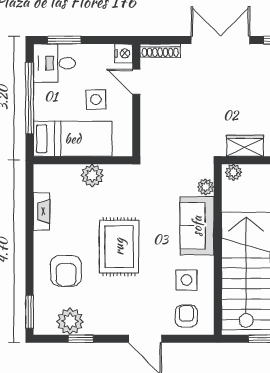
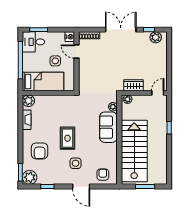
plant: (92, 175) -> (28, 101), moved
rug: (119, 247) -> (68, 138), width x0.73, depth x0.70
side table: (186, 280) -> (76, 163), moved
plant: (70, 321) -> (30, 177), moved

